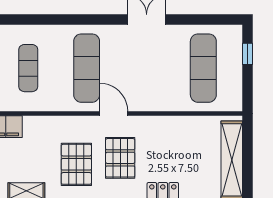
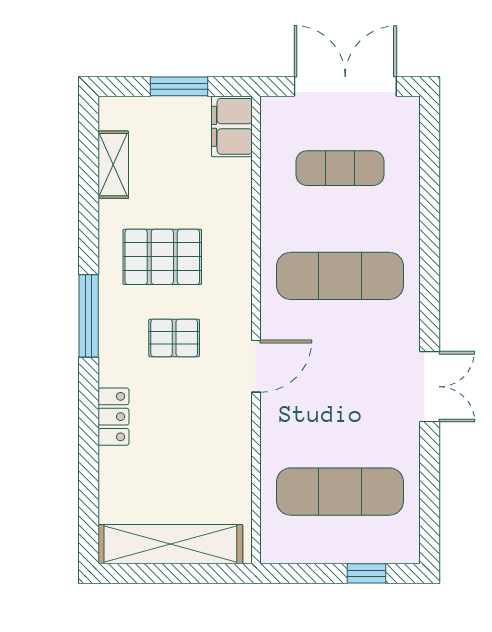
door: (114, 114) -> (256, 366), moved
pallet: (120, 158) -> (174, 338), width x0.67, depth x0.71

